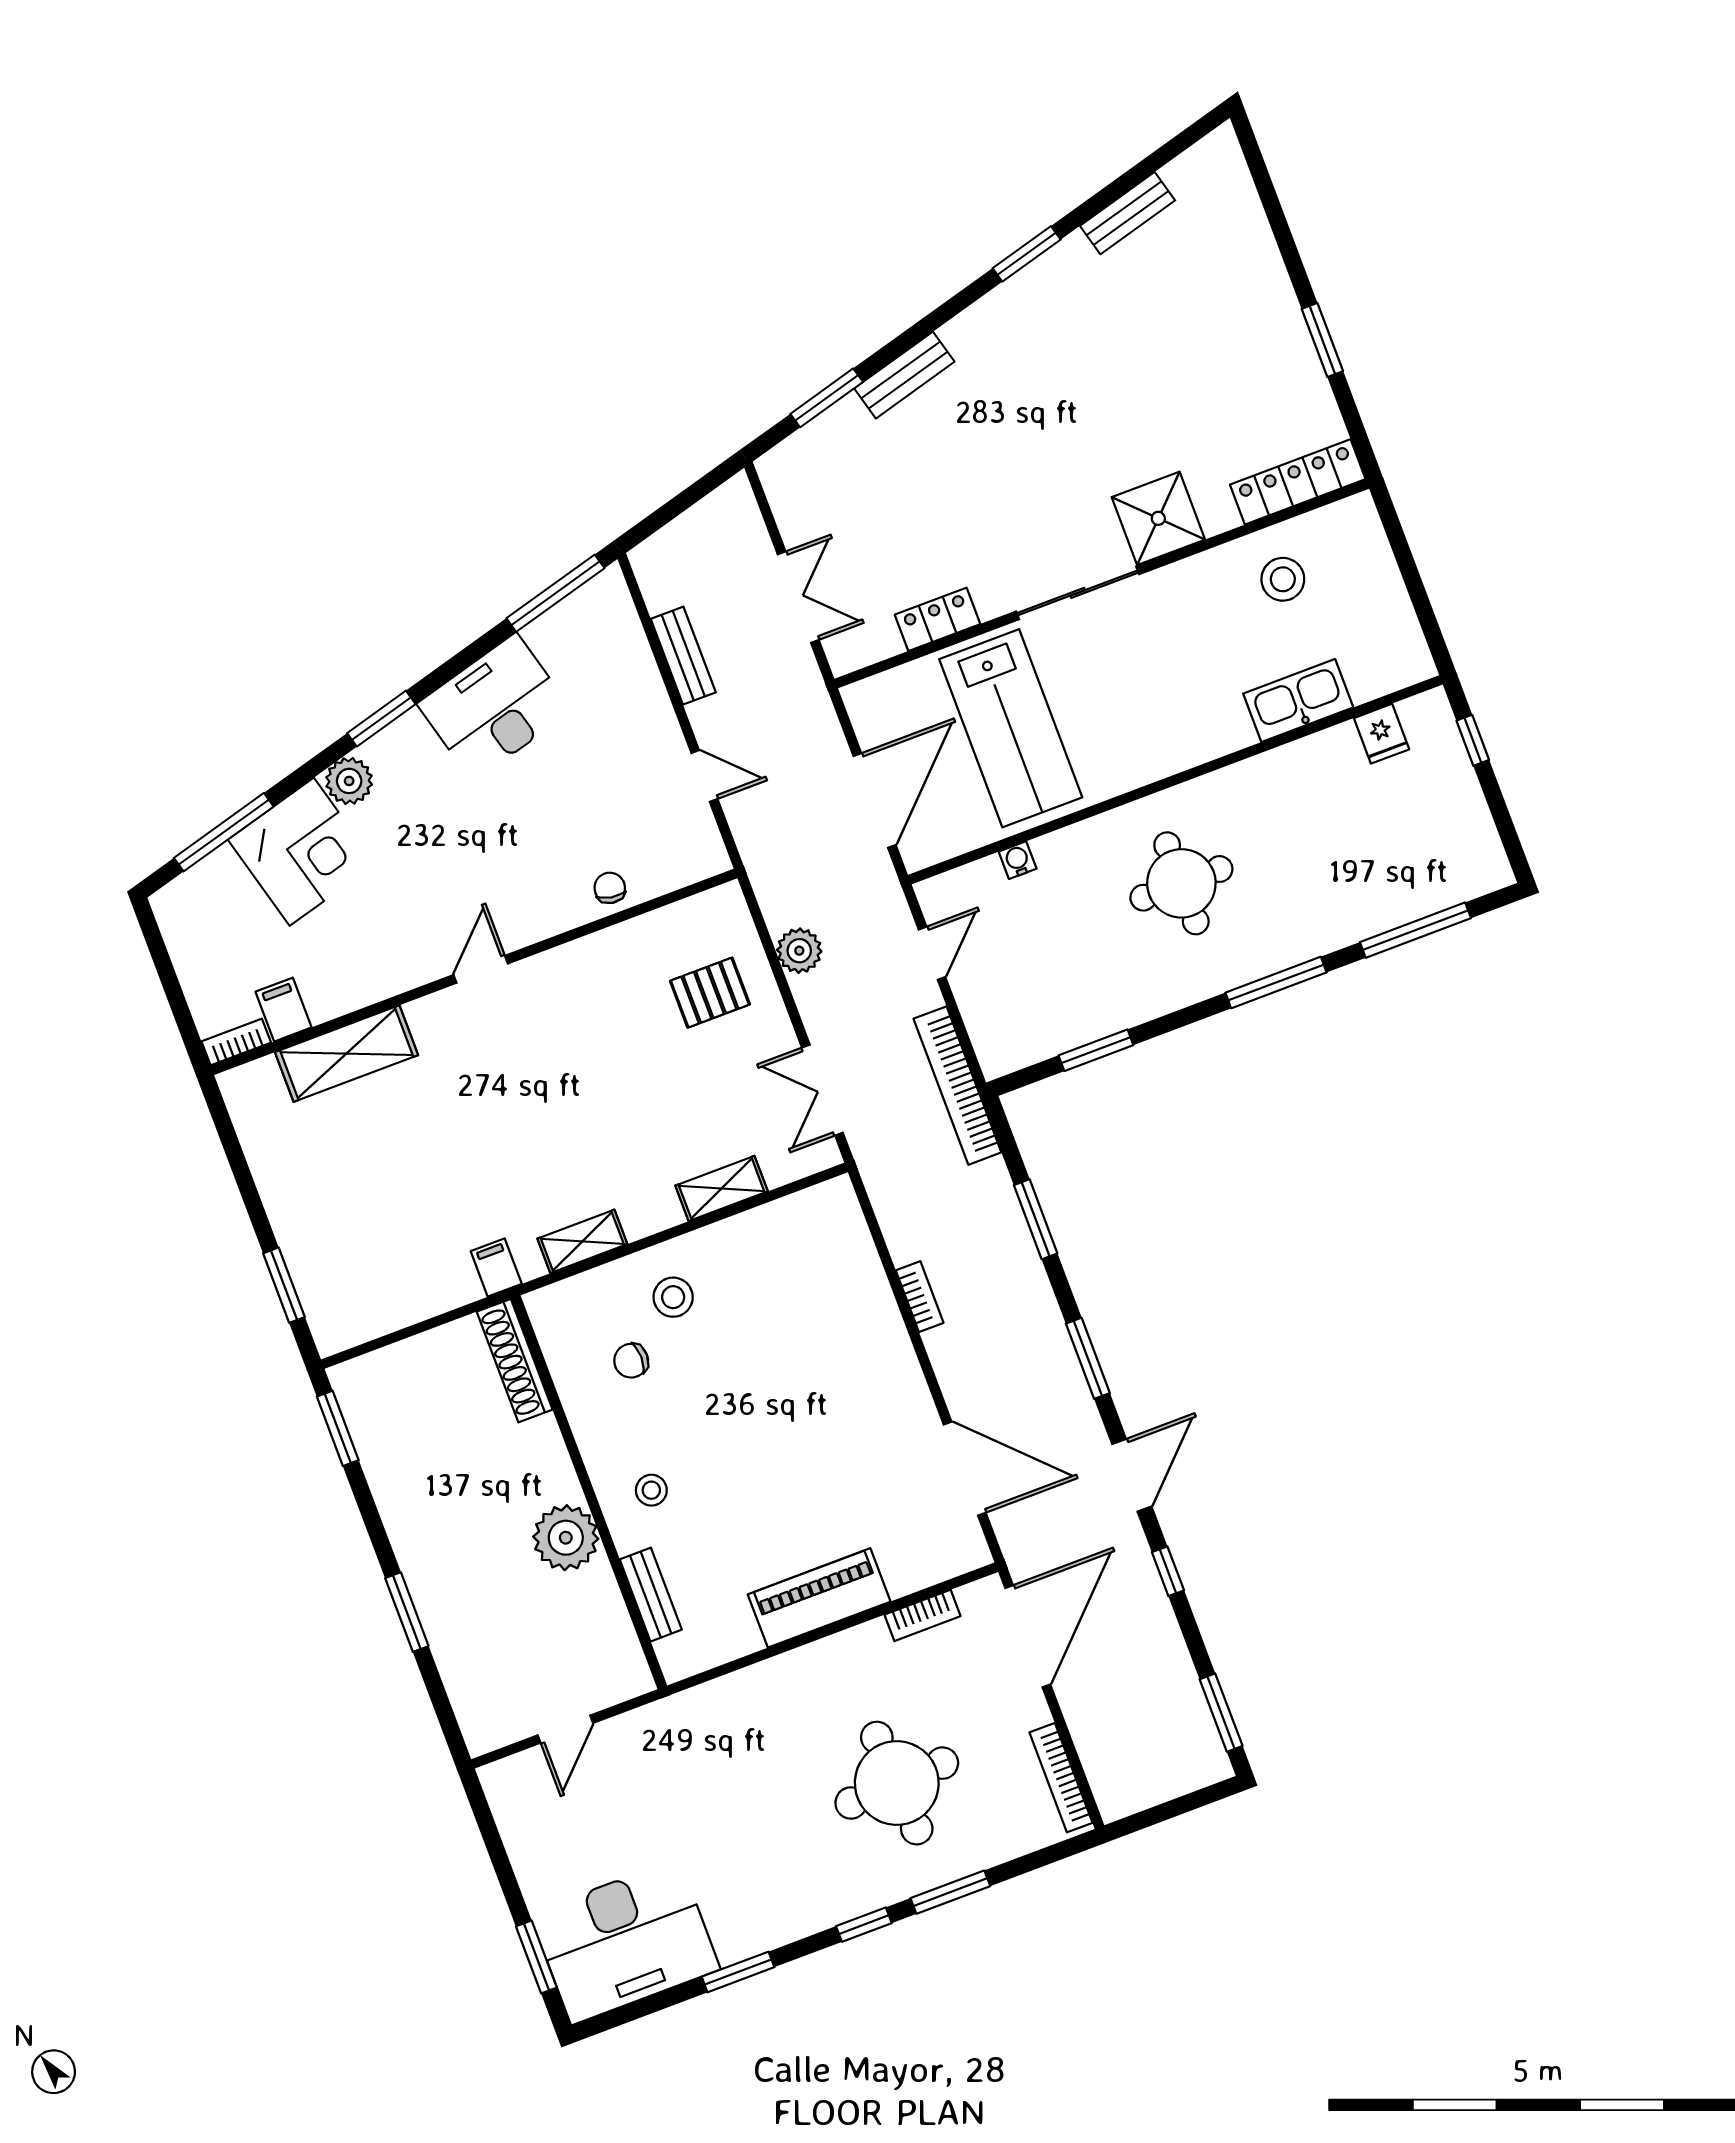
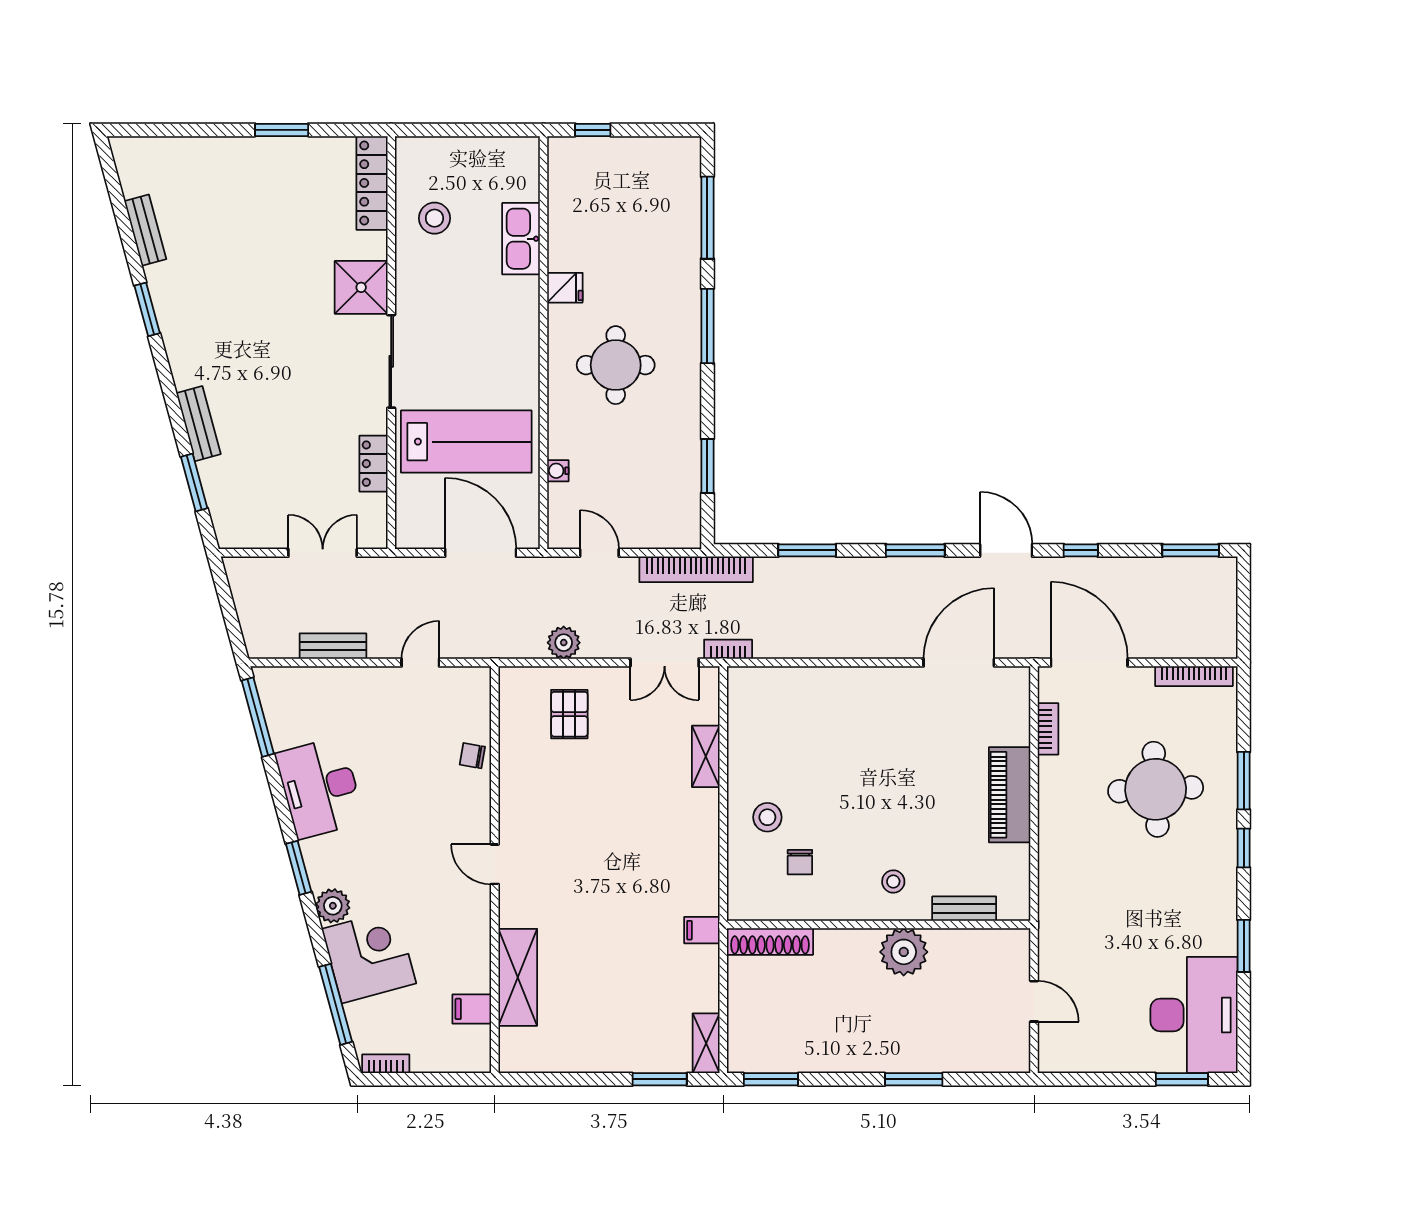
fridge: (1382, 734) -> (565, 288), moved
bookcase: (236, 1042) -> (386, 1064), moved, turned 90
shelving: (582, 1241) -> (706, 1043), moved
bookcase: (920, 1297) -> (728, 649), moved

